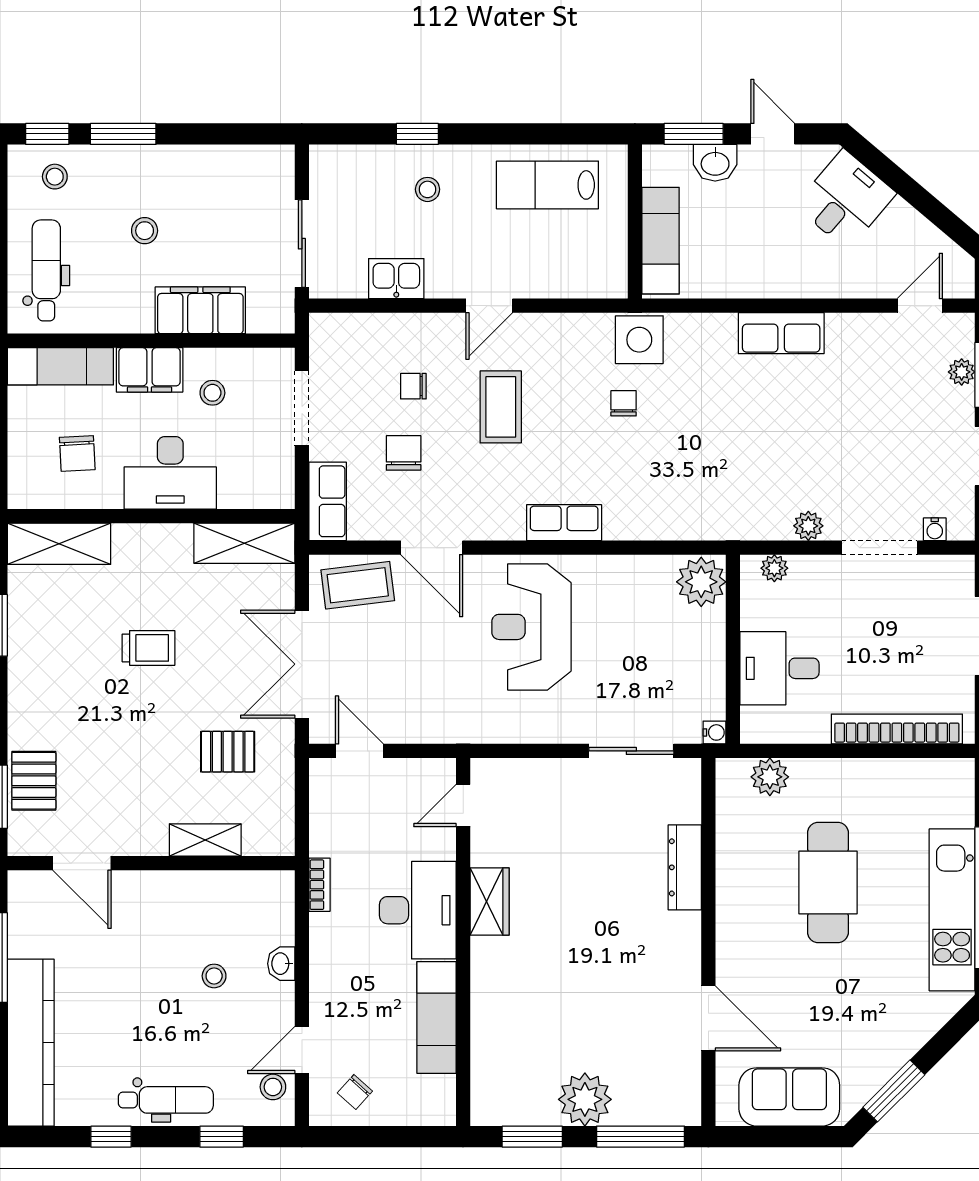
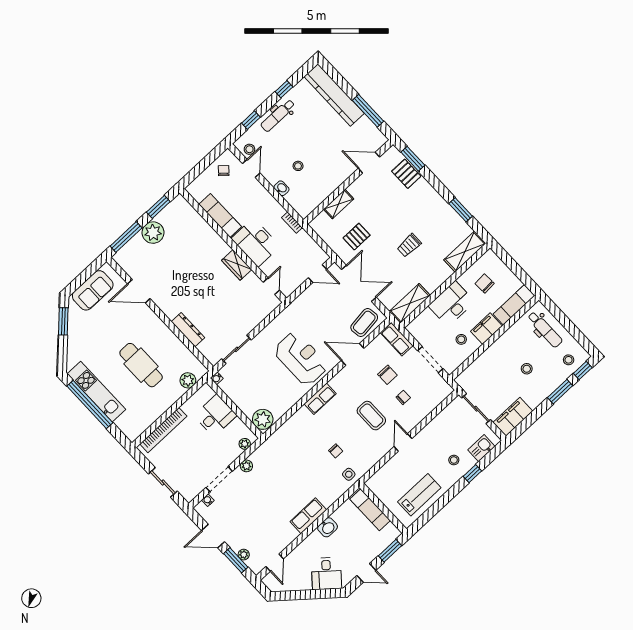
washbasin: (715, 163) -> (328, 527), moved, turned 180
kitchen sink: (396, 279) -> (481, 448), moved, turned 180
filing cabinet: (200, 310) -> (513, 417), moved, turned 180
side table: (639, 340) -> (349, 474), width x0.54, depth x0.54

